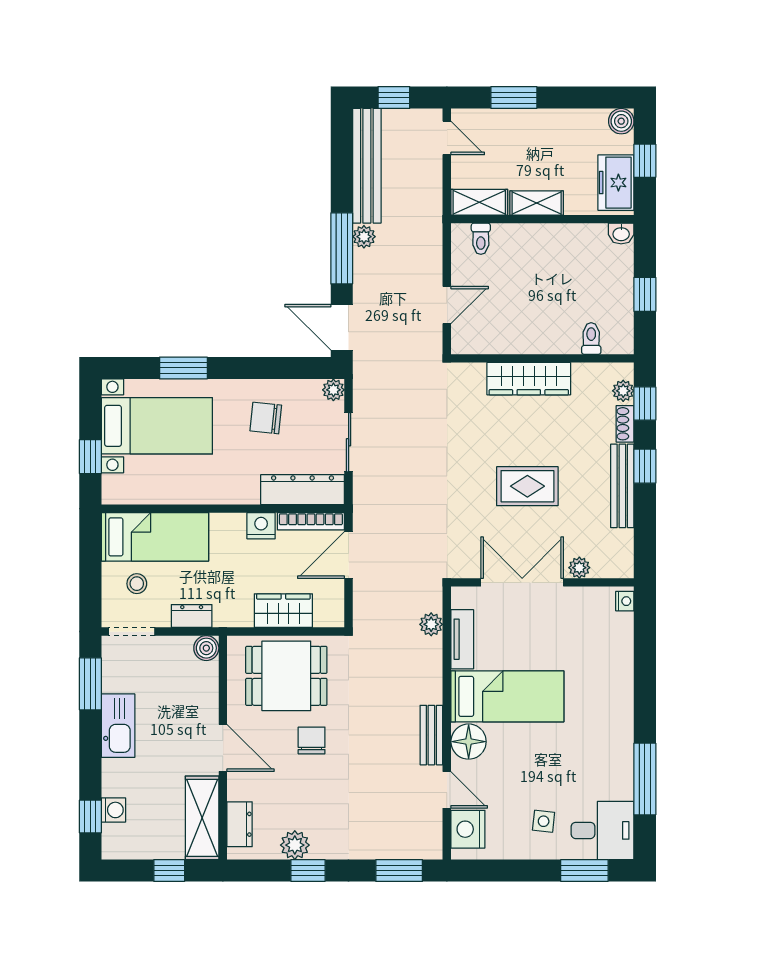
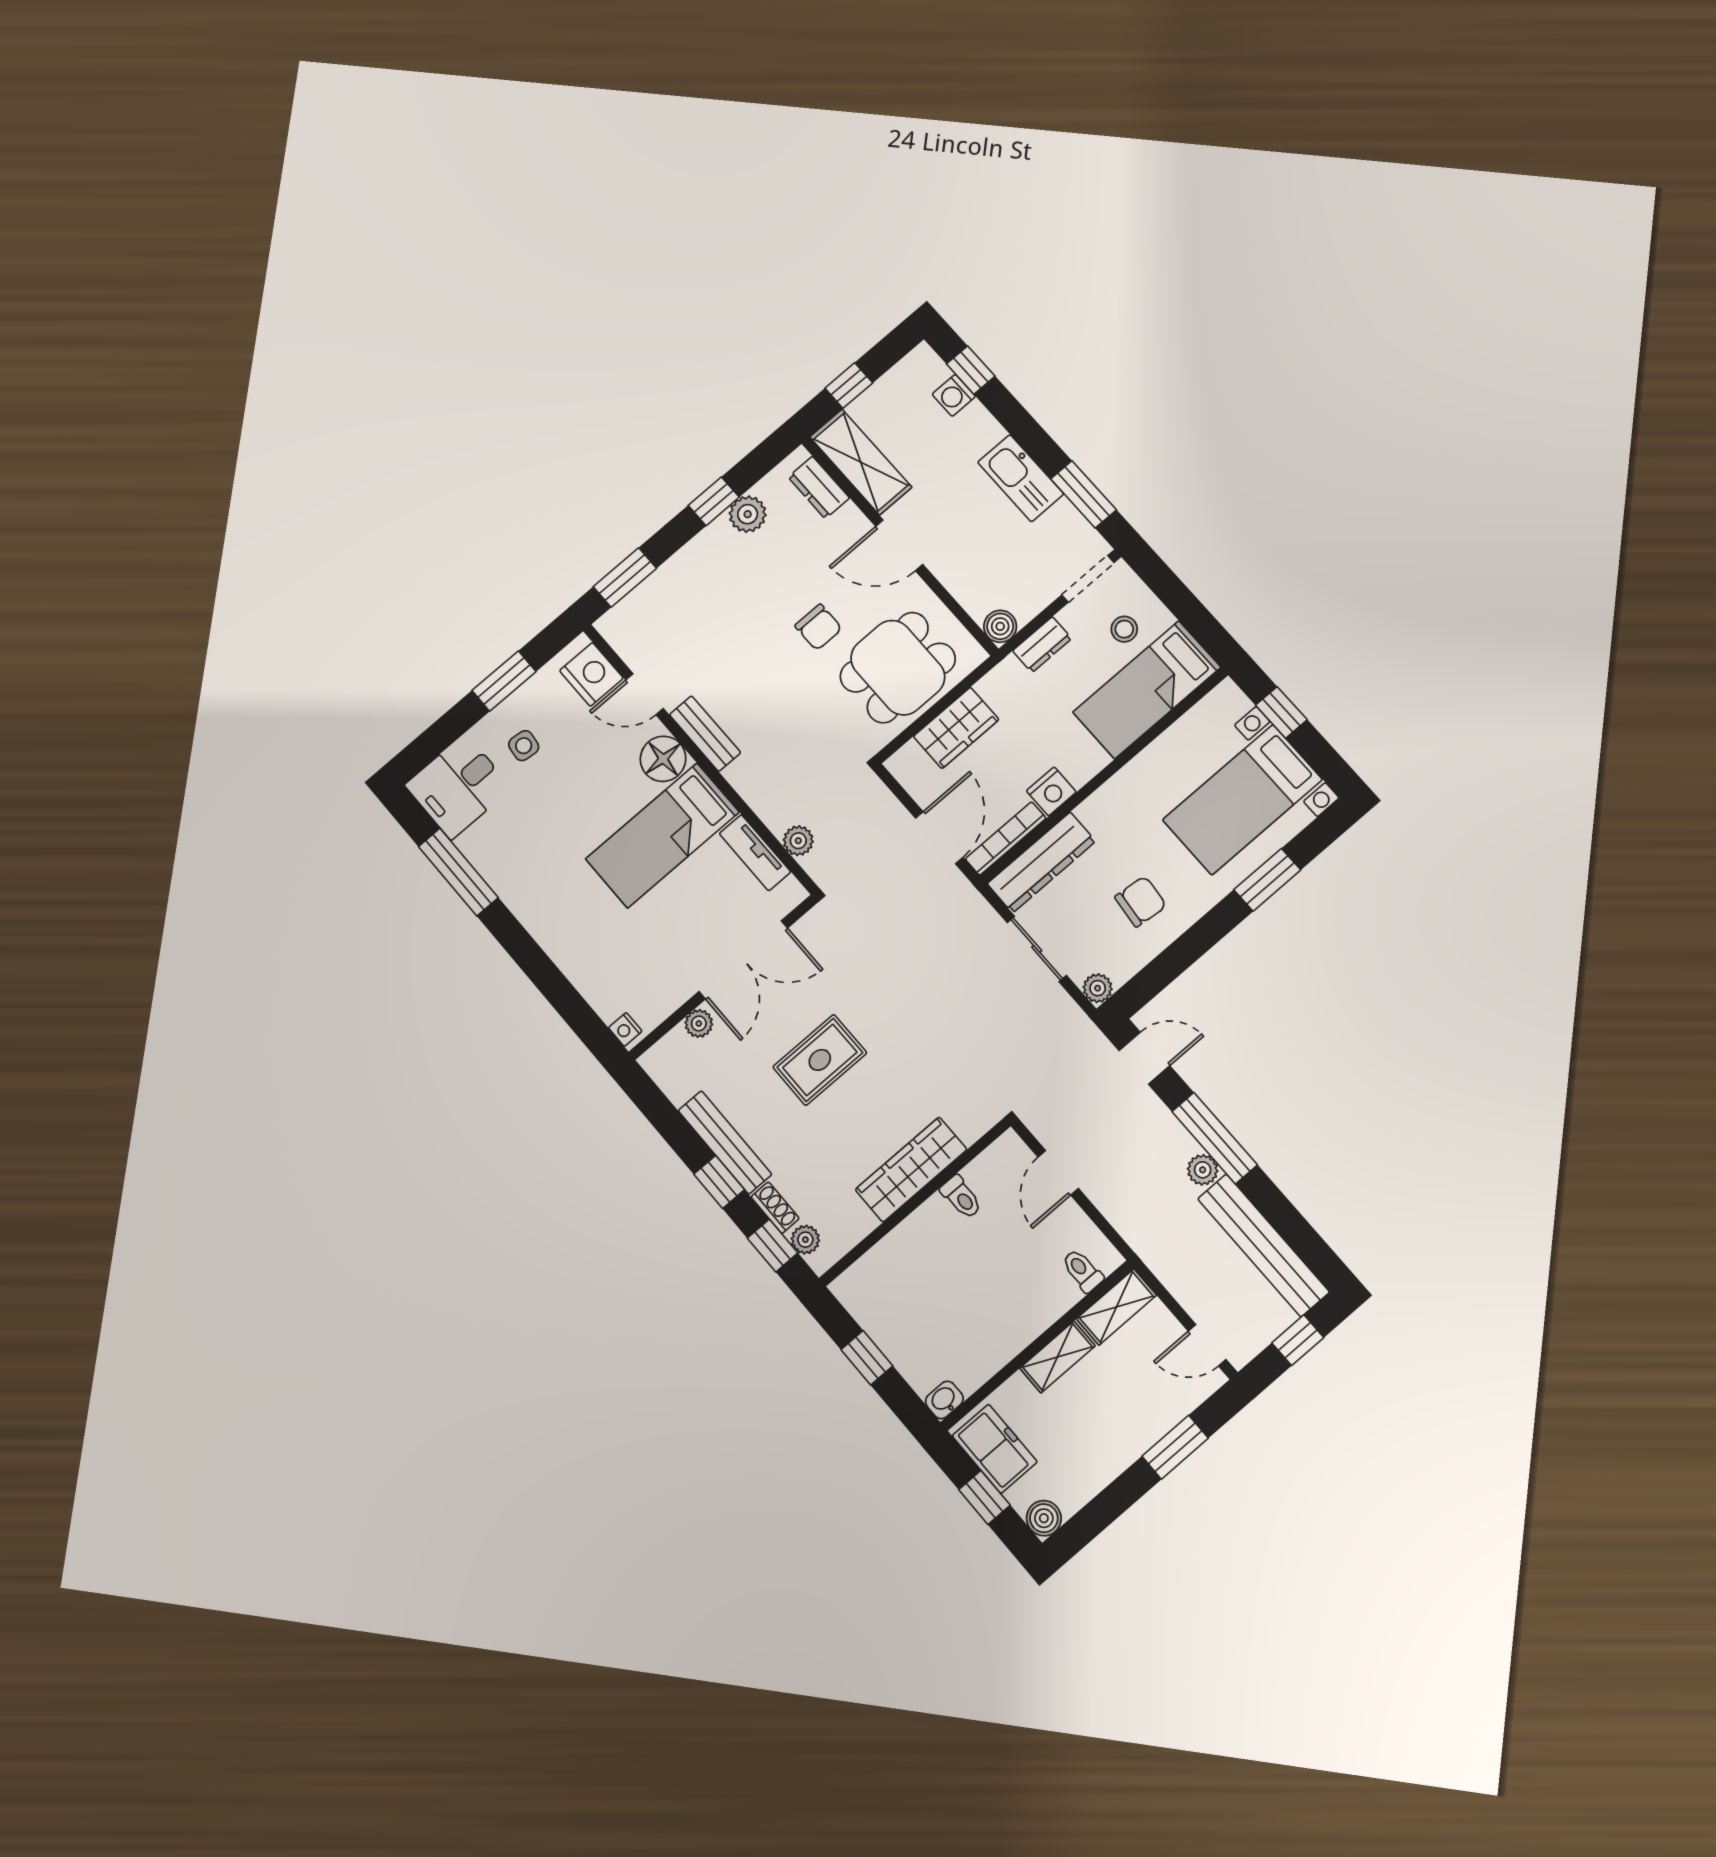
door: (342, 327) -> (1144, 1058), width x0.73
toilet: (591, 339) -> (961, 1197), moved
window: (584, 871) -> (504, 681), moved

